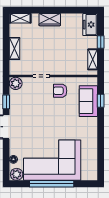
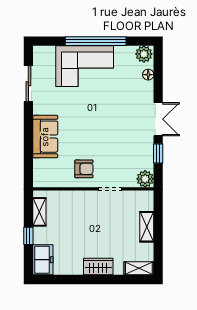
sofa: (88, 101) -> (45, 137), moved
window: (101, 101) -> (28, 155), removed
sliding door: (101, 153) -> (28, 84), added
corner sofa: (52, 160) -> (85, 66), width x0.73, depth x0.74

